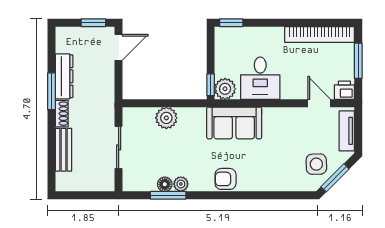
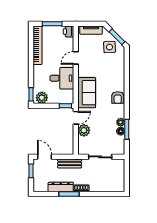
plant: (225, 89) -> (42, 98), moved
door: (189, 103) -> (76, 118), added
door: (319, 103) -> (76, 58), moved
bench: (63, 150) -> (70, 163), moved

